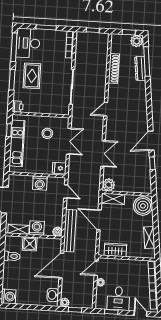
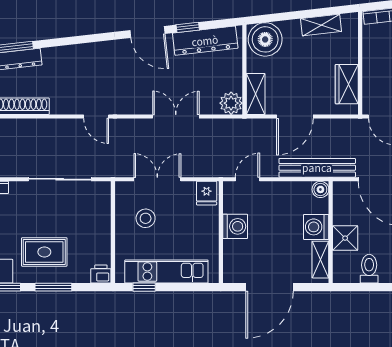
dresser: (144, 172) -> (205, 41), added

